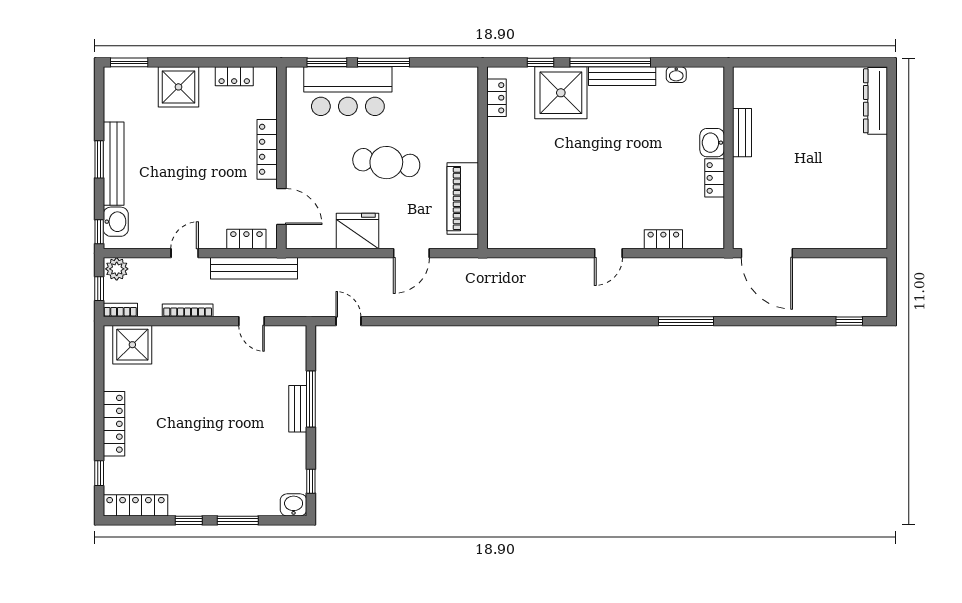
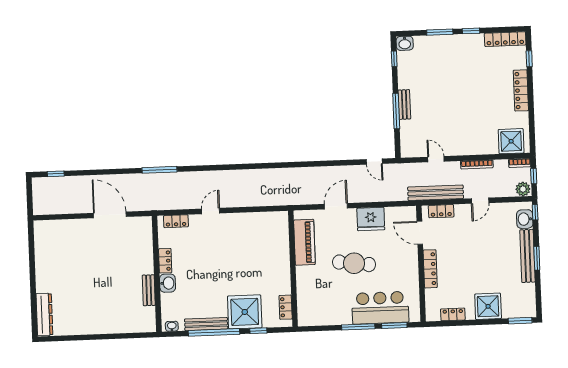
bench: (742, 133) -> (149, 290), moved
washbasin: (712, 143) -> (168, 283), moved
wall: (728, 158) -> (157, 274), moved
locker: (715, 178) -> (165, 261), moved

